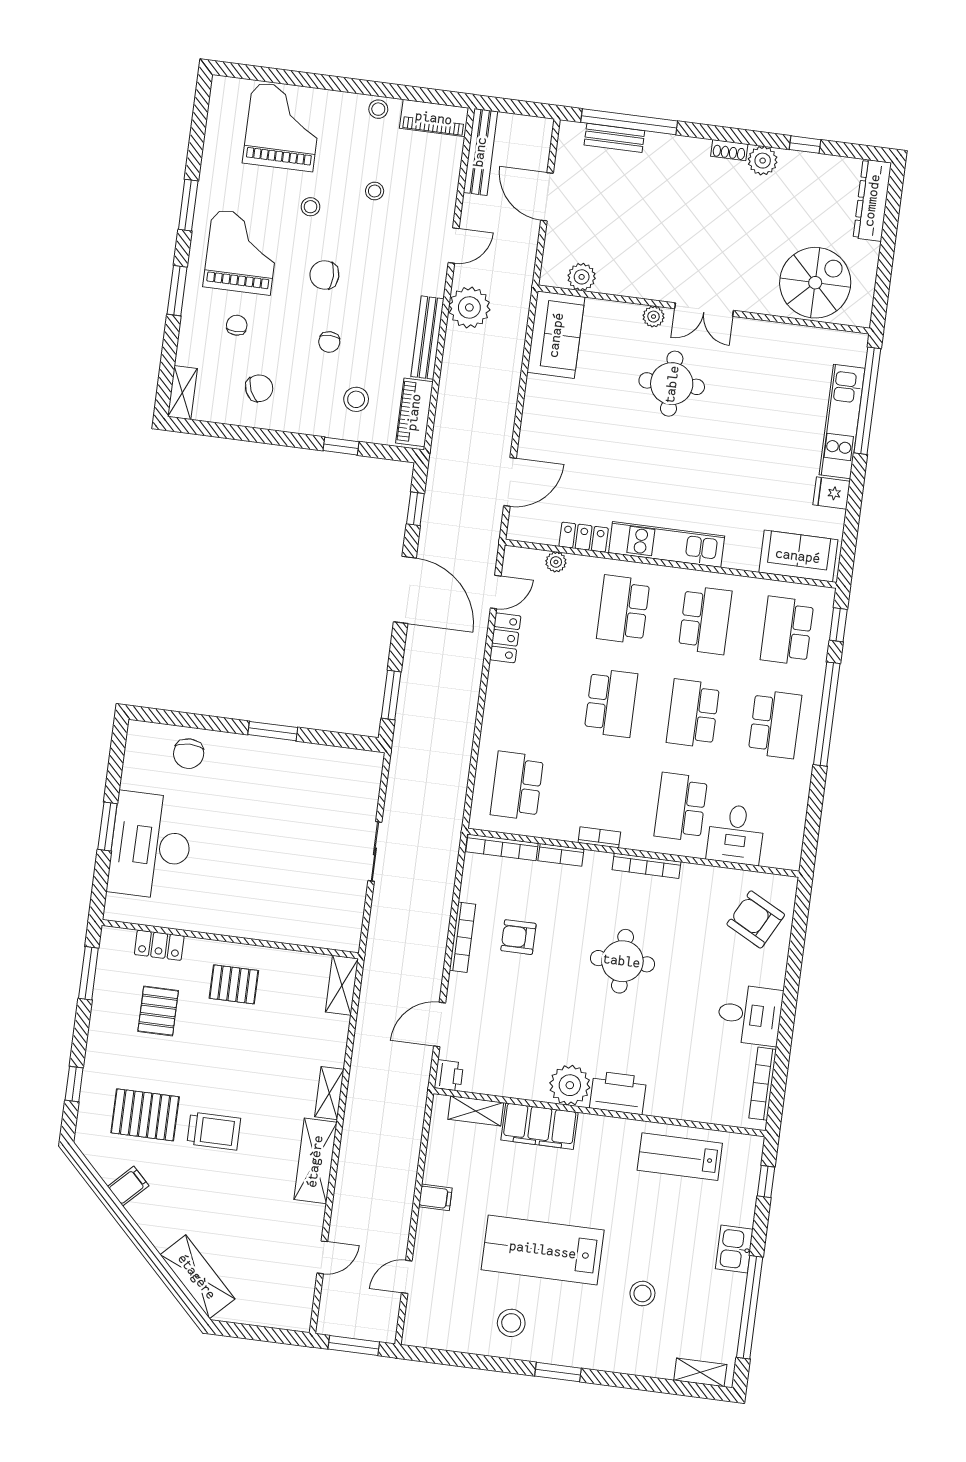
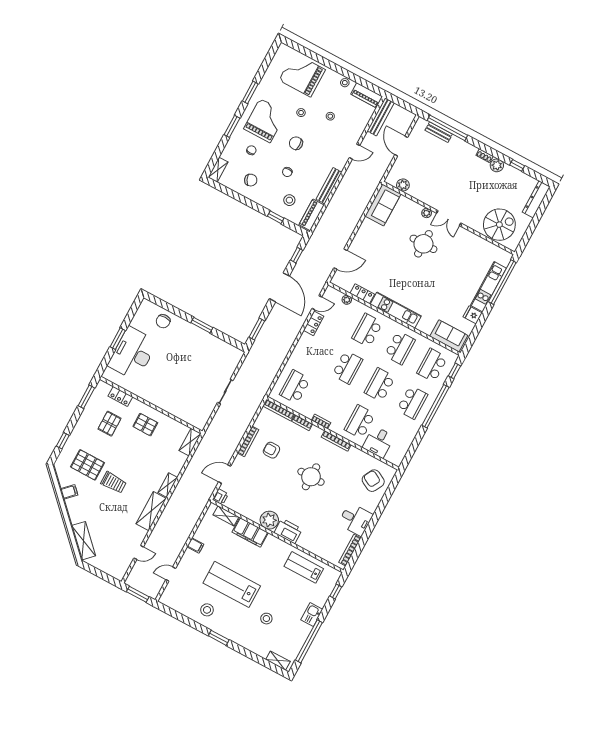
grand piano: (283, 127) -> (302, 75), turned -90
plant: (469, 307) -> (351, 180), removed

